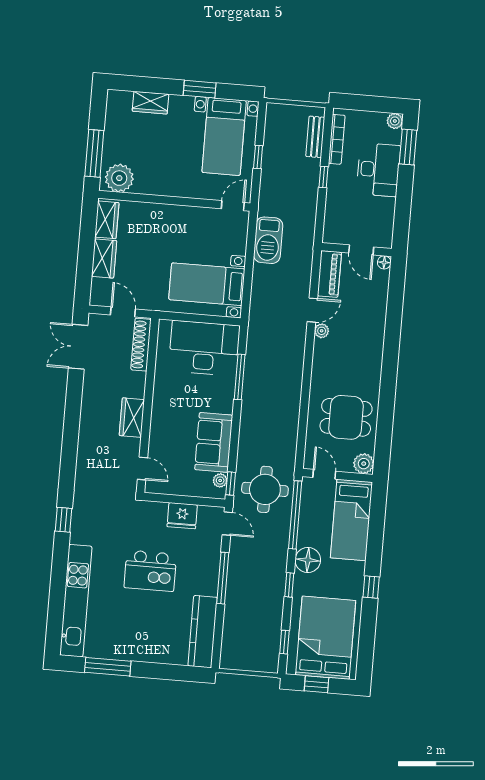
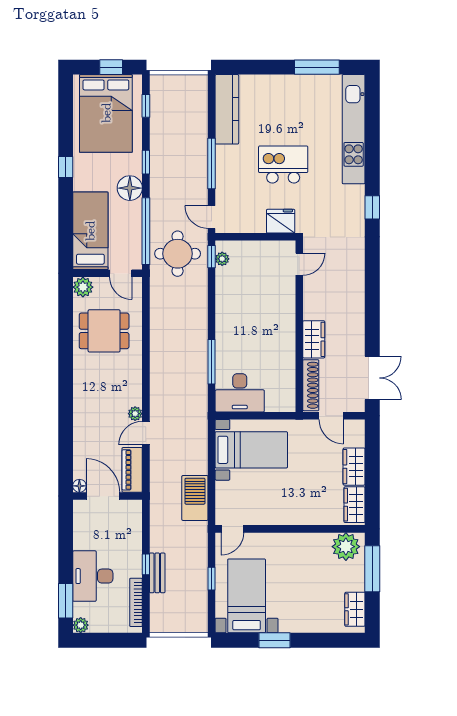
wardrobe: (150, 103) -> (355, 609), moved, turned -90
bench: (315, 137) -> (157, 573), moved
door: (361, 250) -> (103, 496), width x1.38
desk: (204, 348) -> (240, 393), width x0.73, depth x0.77
wardrobe: (132, 418) -> (314, 339), moved
sofa: (214, 442) -> (232, 295), removed
door: (142, 468) -> (299, 264), swing flipped
fridge: (182, 516) -> (281, 221), moved

